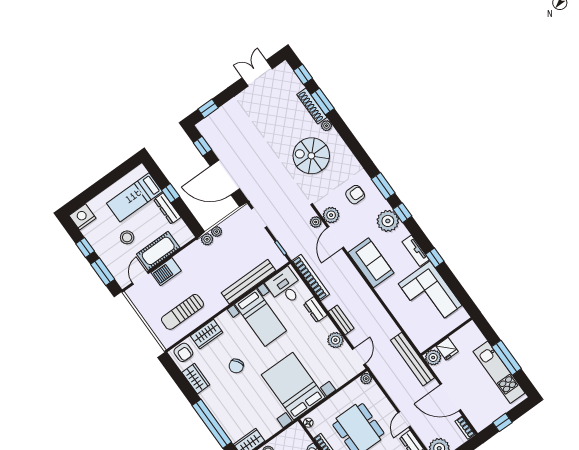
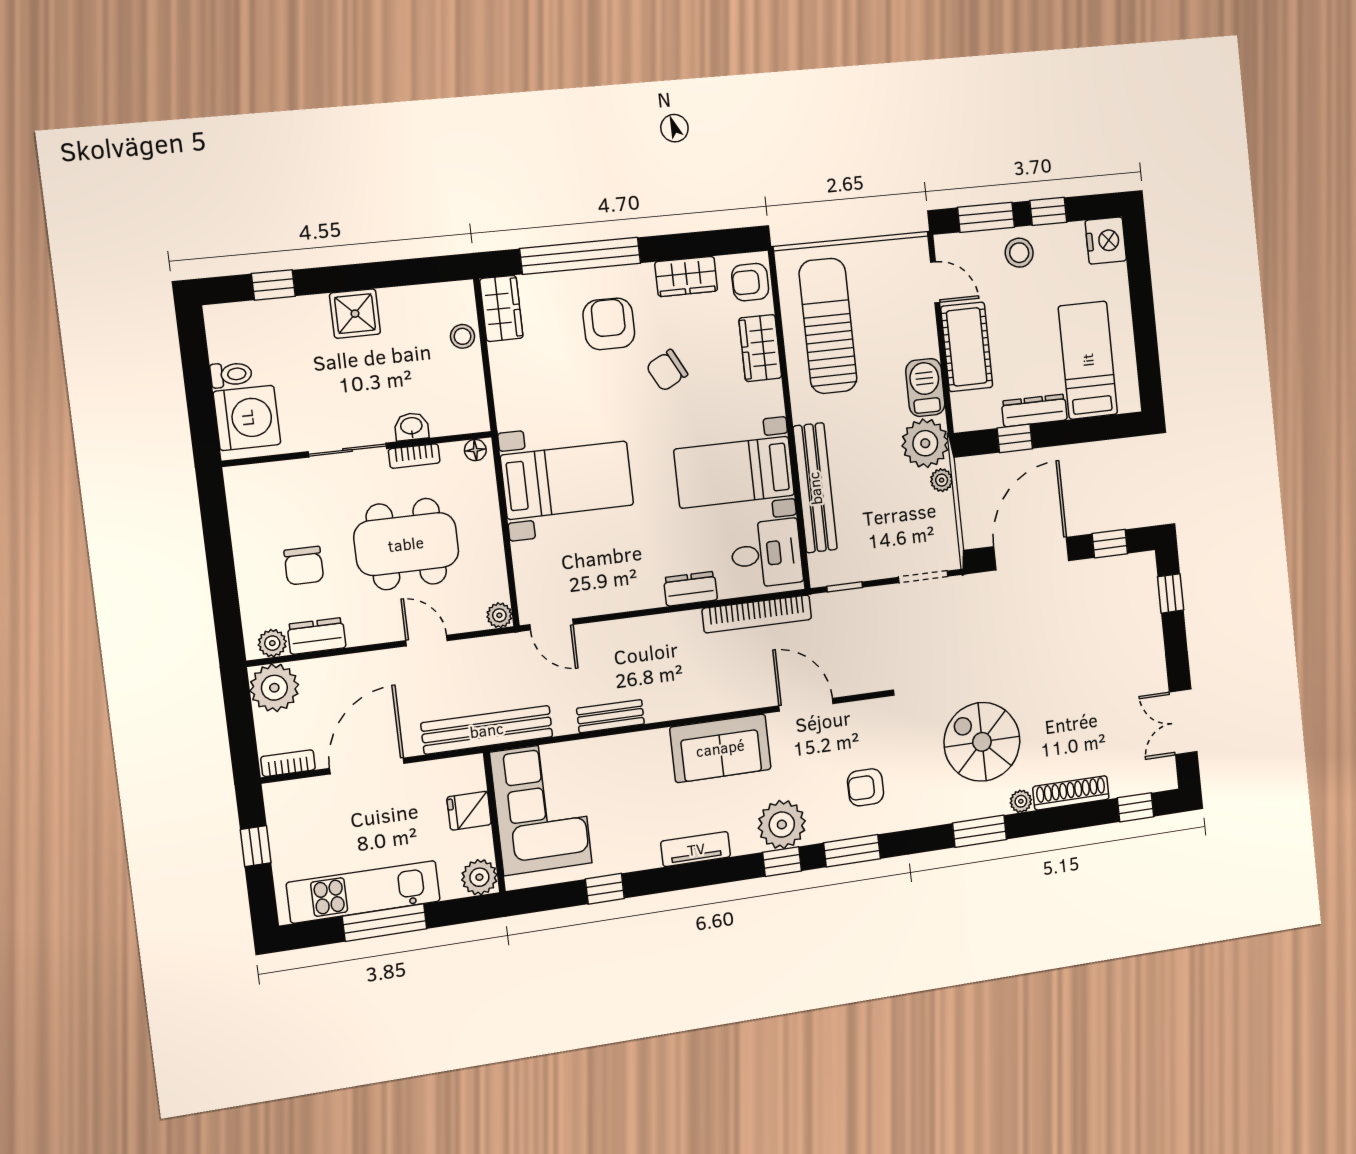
double door: (257, 73) -> (1183, 722), swing flipped
window: (322, 101) -> (980, 831), moved
spiral stairs: (311, 156) -> (982, 742), turned -90
window: (171, 193) -> (1015, 438), moved
armchair: (355, 195) -> (866, 787), turned 90
plant: (331, 215) -> (853, 719), removed
plant: (316, 222) -> (856, 682), removed
stool: (127, 237) -> (1019, 253), moved
plant: (207, 239) -> (925, 443), width x1.88, depth x1.88
window: (435, 258) -> (605, 889), moved
barbecue: (166, 272) -> (925, 388), moved
corner sofa: (430, 295) -> (541, 808), moved, turned 90
sun lounger: (182, 312) -> (828, 326), width x1.36, depth x1.34
bench: (341, 320) -> (610, 716), moved
plant: (335, 340) -> (609, 596), removed
plant: (433, 357) -> (479, 877), moved
chair: (236, 366) -> (667, 370), turned -86
bed with nightstands: (293, 386) -> (567, 480), width x0.73
armchair: (231, 398) -> (609, 324), added
door: (404, 420) -> (427, 641), moved

